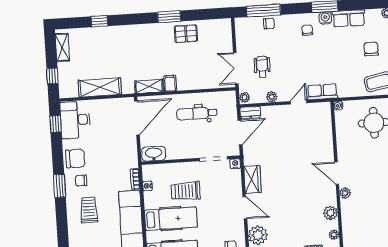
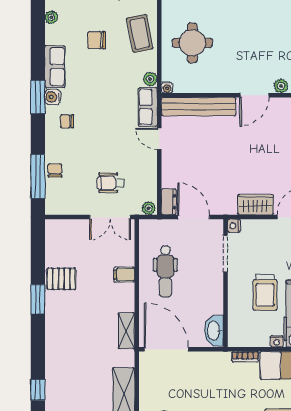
pallet: (186, 34) -> (61, 279), turned 90
filing cabinet: (170, 83) -> (124, 275), moved
plant: (272, 97) -> (150, 79), moved
bench: (325, 131) -> (199, 107), added
nightstand: (147, 186) -> (277, 341), moved

